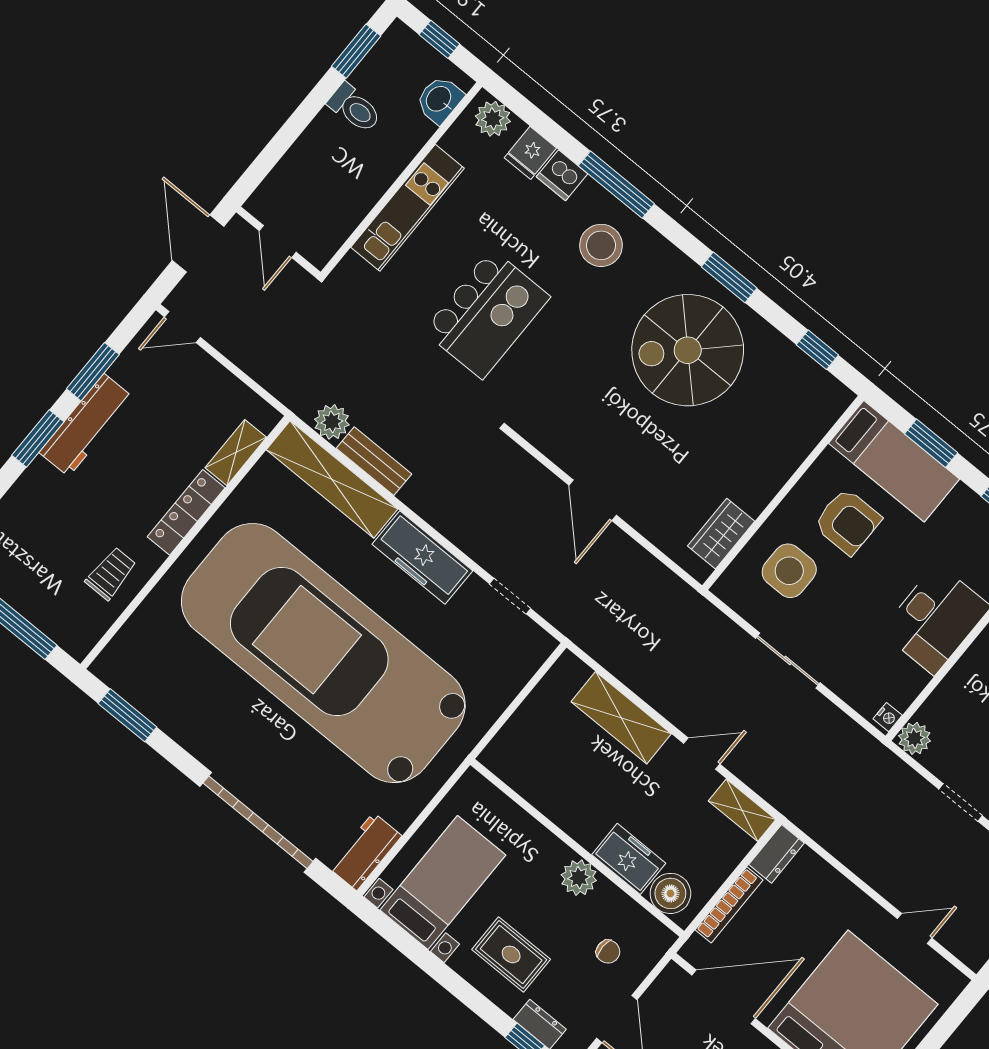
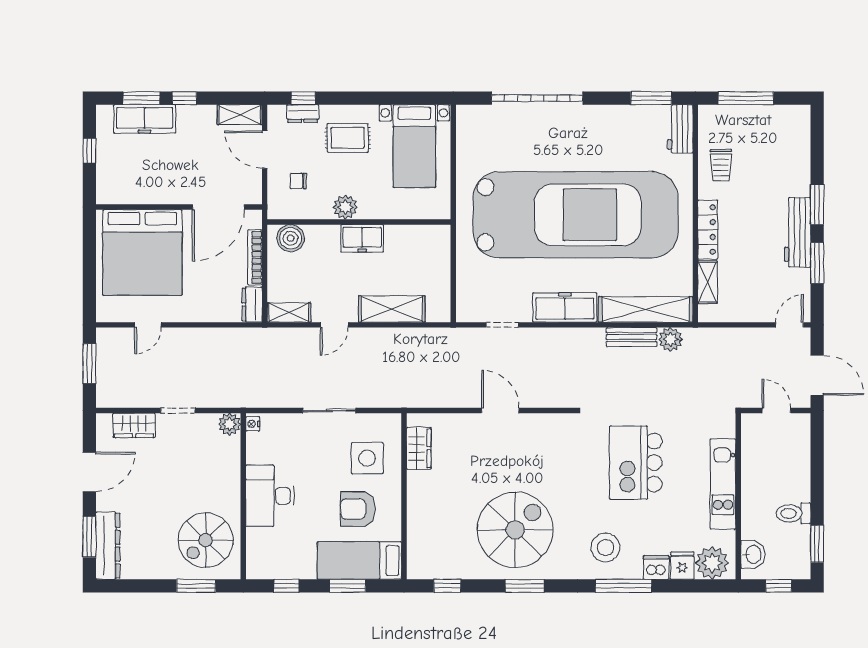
plant: (493, 119) -> (712, 563), width x1.36, depth x1.36
workbench: (365, 852) -> (680, 129), moved, turned 180
freezer: (629, 859) -> (362, 238), moved

